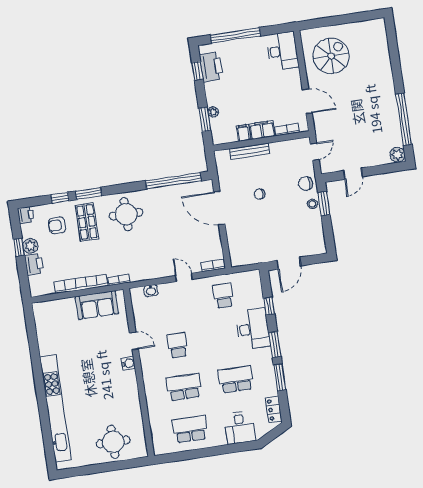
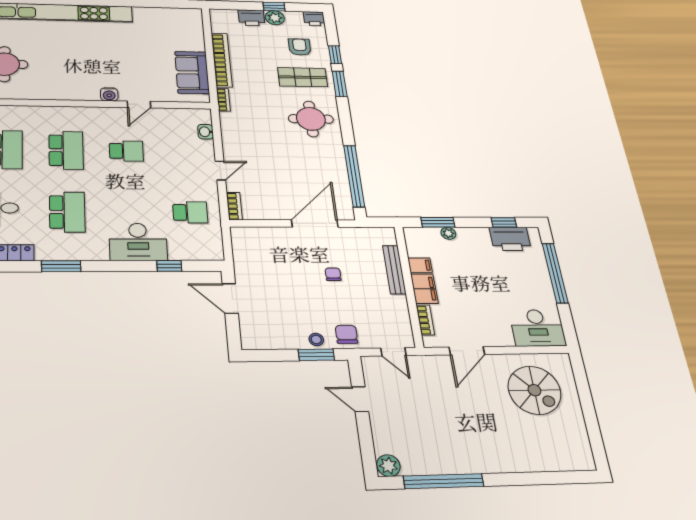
window: (275, 345) -> (111, 266), removed

